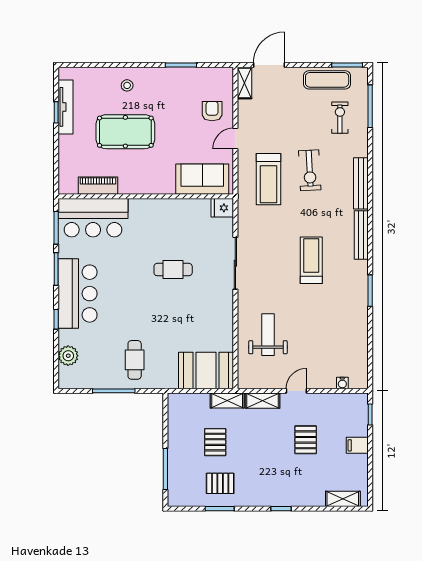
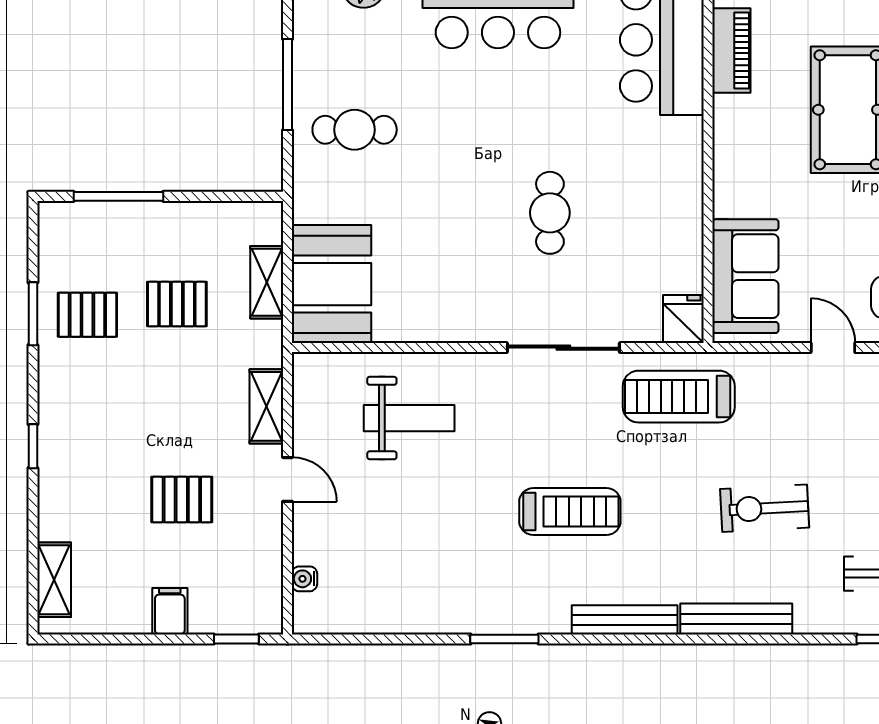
treadmill: (268, 179) -> (679, 397), moved
shelving: (227, 401) -> (267, 282), moved
pallet: (220, 483) -> (87, 315), turned 90

